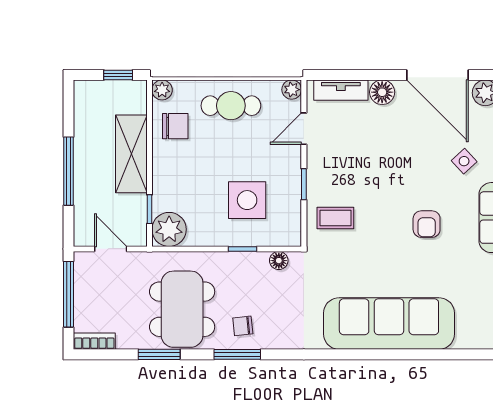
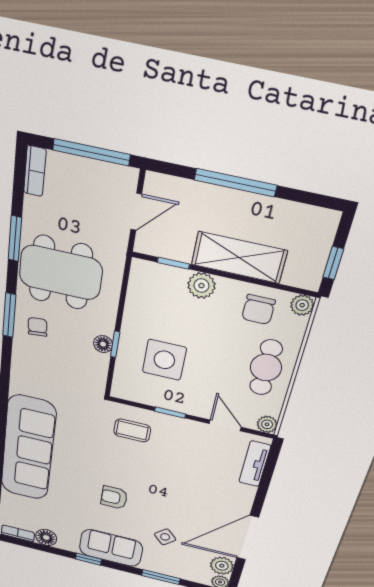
floor lamp: (382, 92) -> (243, 495), removed
coffee table: (335, 218) -> (132, 430), turned 90
plant: (169, 229) -> (201, 286), moved, width x0.73, depth x0.73
floor lamp: (279, 261) -> (103, 344), moved

